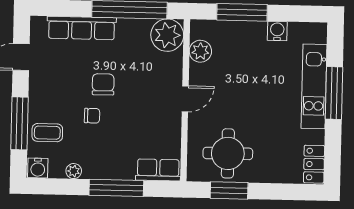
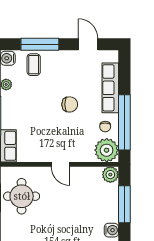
plant: (200, 51) -> (110, 175), moved
chair: (92, 116) -> (105, 127), moved

